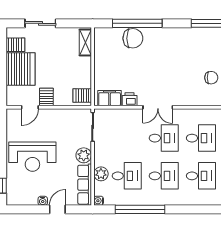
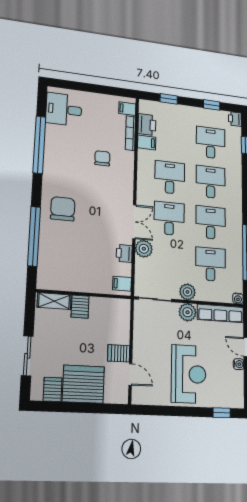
chair: (133, 38) -> (63, 209), moved
server rack: (82, 96) -> (80, 307), moved
filing cabinet: (110, 98) -> (122, 284), width x0.50
plant: (135, 116) -> (144, 249), added
plant: (101, 174) -> (187, 292), moved

